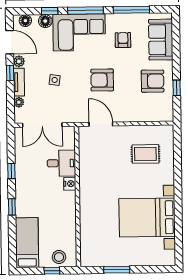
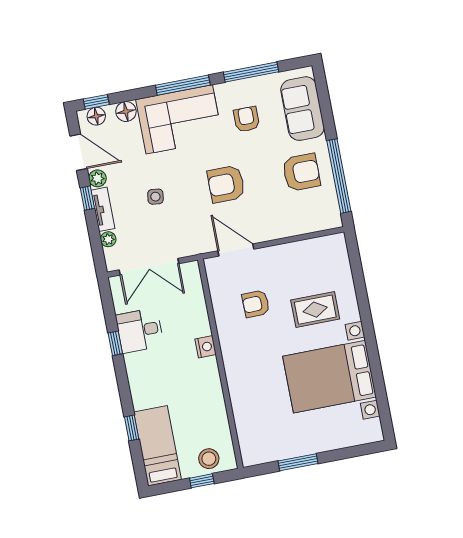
window: (50, 11) -> (96, 102), moved
window: (177, 88) -> (339, 176), width x3.17
rug: (145, 154) -> (315, 310), moved
armchair: (108, 161) -> (256, 304), added
desk: (61, 163) -> (140, 331), moved, turned 180
window: (12, 207) -> (132, 428), moved

